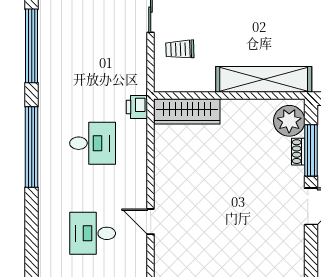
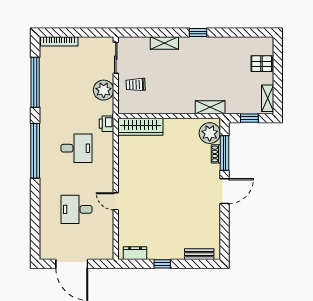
plant: (132, 57) -> (104, 90), added
shelving: (264, 79) -> (210, 107), width x0.45, depth x0.75

